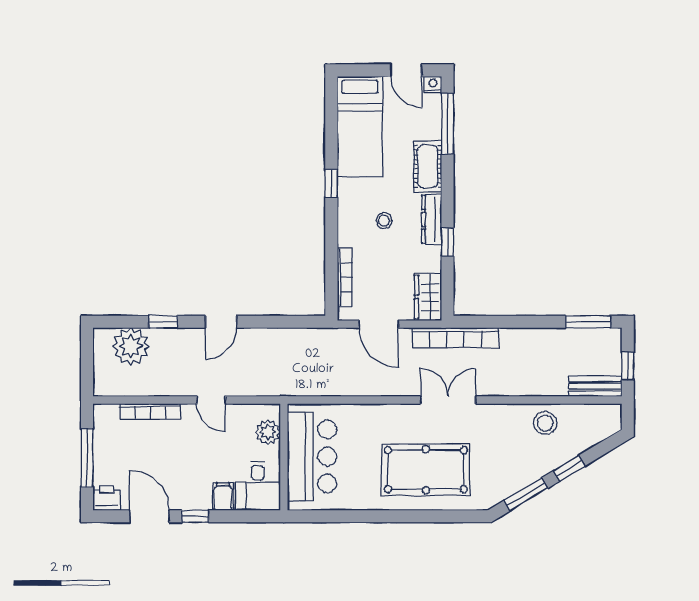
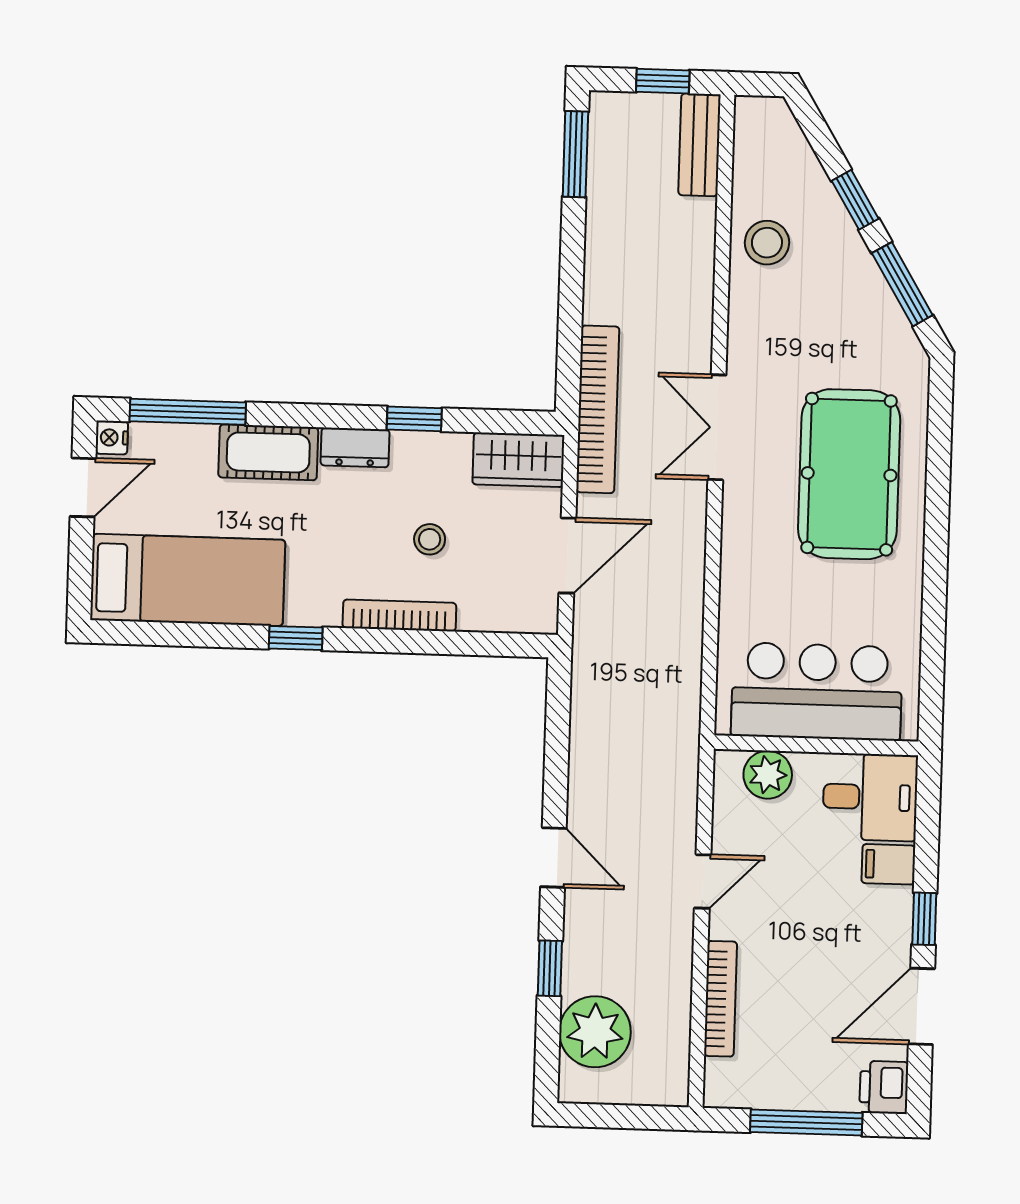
dresser: (432, 219) -> (355, 447), width x0.70
stool: (384, 221) -> (430, 539), moved
bookcase: (345, 277) -> (399, 615), moved

